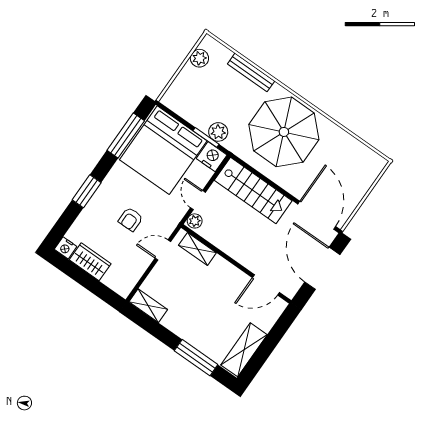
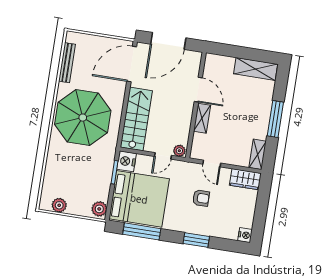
bench: (251, 72) -> (67, 63), moved
plant: (218, 132) -> (99, 209), moved
shelving: (197, 249) -> (202, 118), moved
wardrobe: (90, 262) -> (245, 179), moved, turned -90
door: (266, 285) -> (198, 90), moved
window: (196, 358) -> (275, 119), moved

